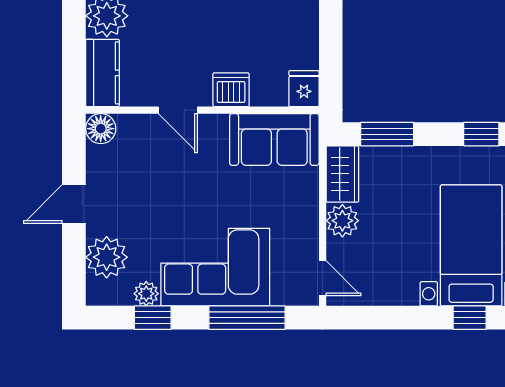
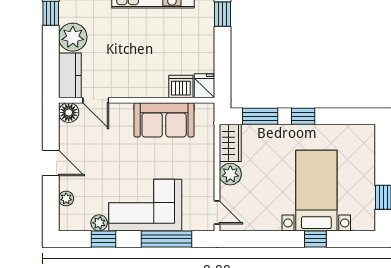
dishwasher: (231, 90) -> (181, 87), moved
door: (178, 110) -> (96, 100), moved
window: (481, 134) -> (303, 116), moved
sofa: (274, 139) -> (164, 120), moved
door: (74, 204) -> (51, 163), swing flipped
plant: (107, 257) -> (66, 199), width x0.53, depth x0.53

